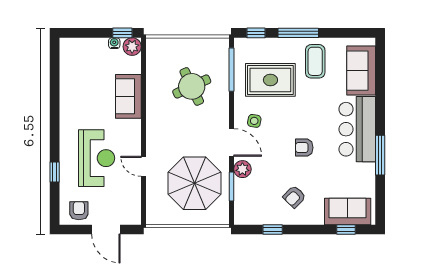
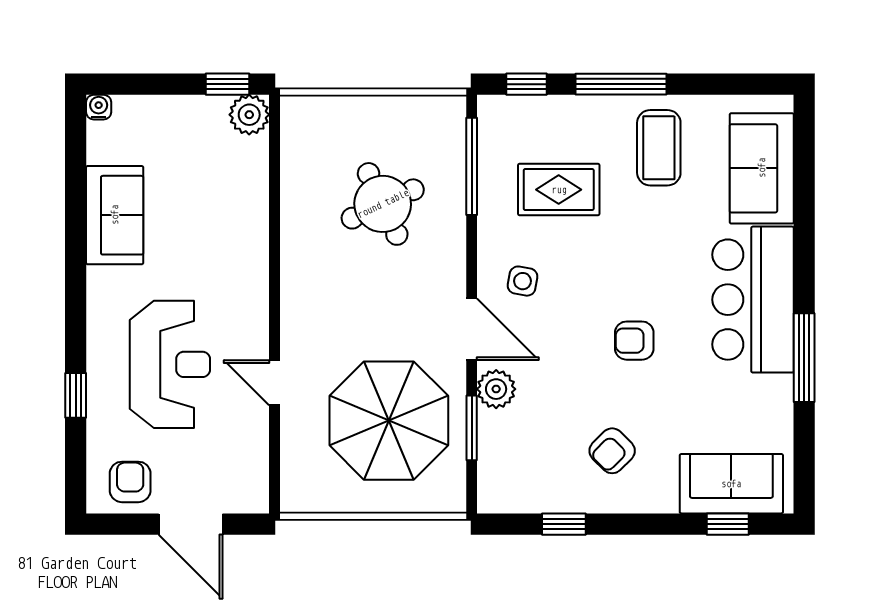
water cooler: (114, 43) -> (99, 107), moved
rug: (270, 80) -> (559, 190), width x0.73, depth x0.70
sofa: (128, 96) -> (115, 215), moved, turned 180

